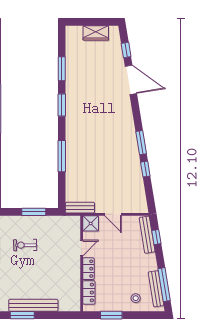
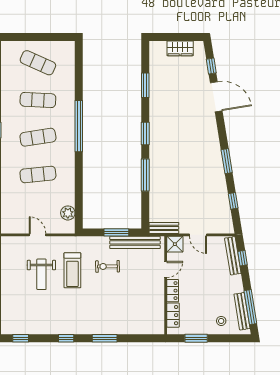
window: (62, 105) -> (145, 133), moved
window: (145, 169) -> (233, 201), moved
bench: (33, 305) -> (135, 242), moved

